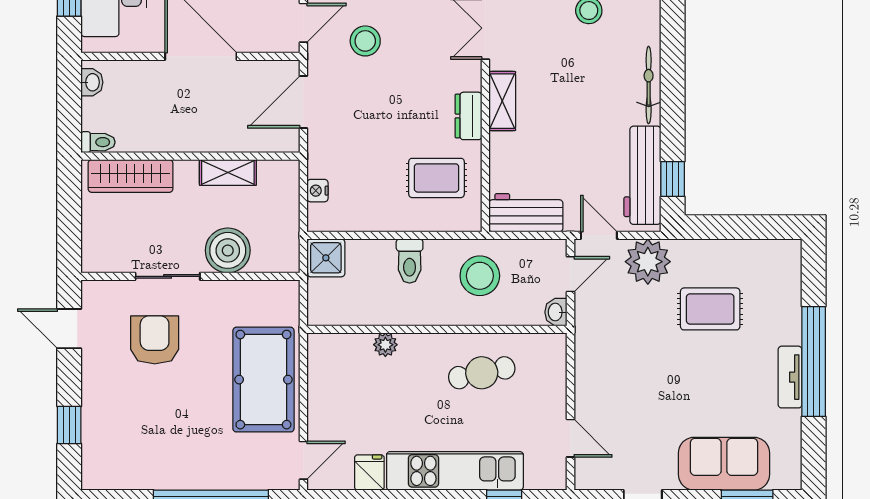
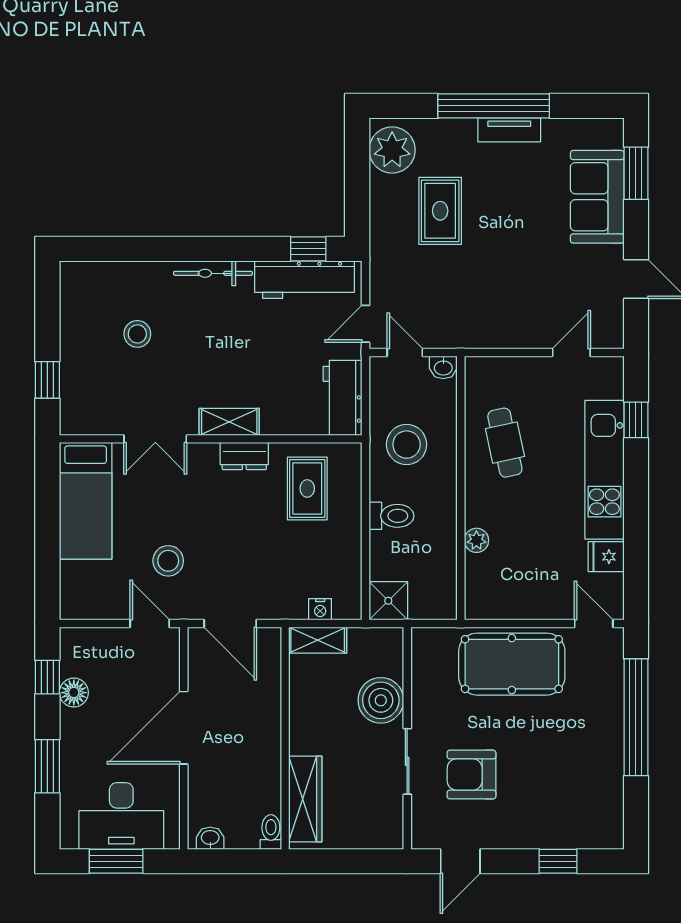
shelving: (228, 172) -> (318, 640), moved, turned 90
plant: (648, 262) -> (392, 150), moved

